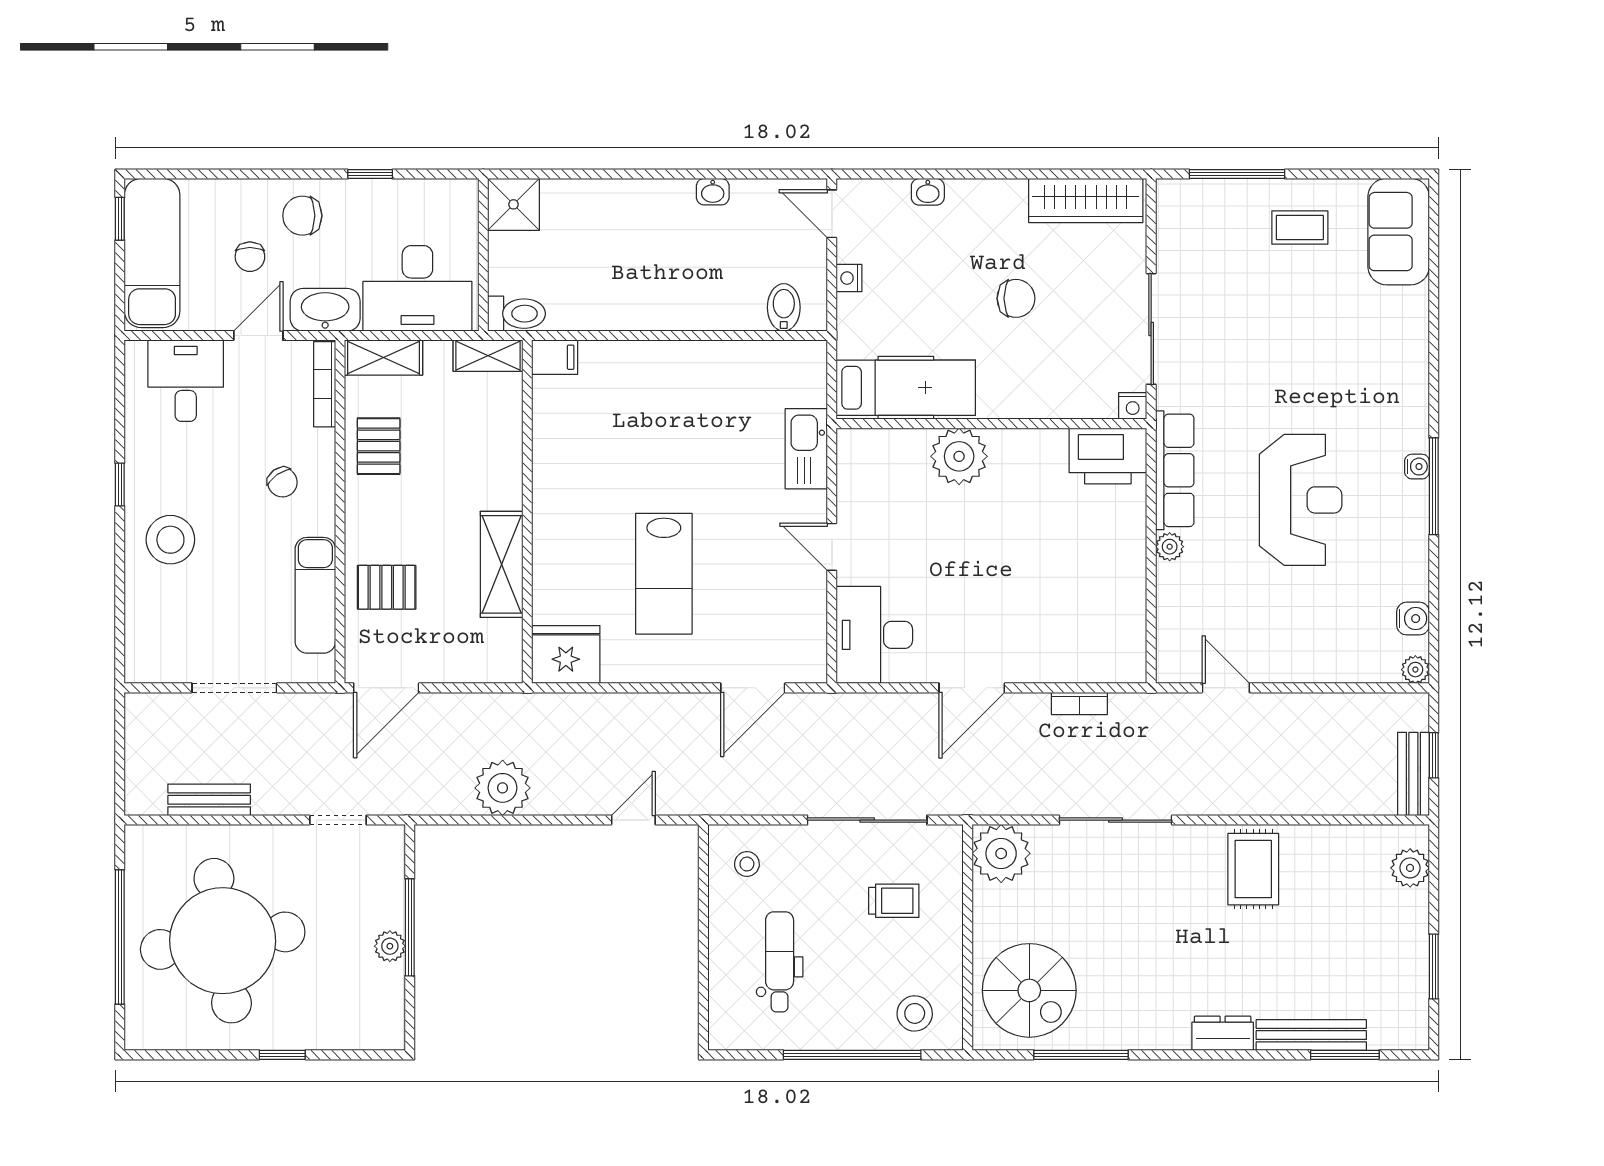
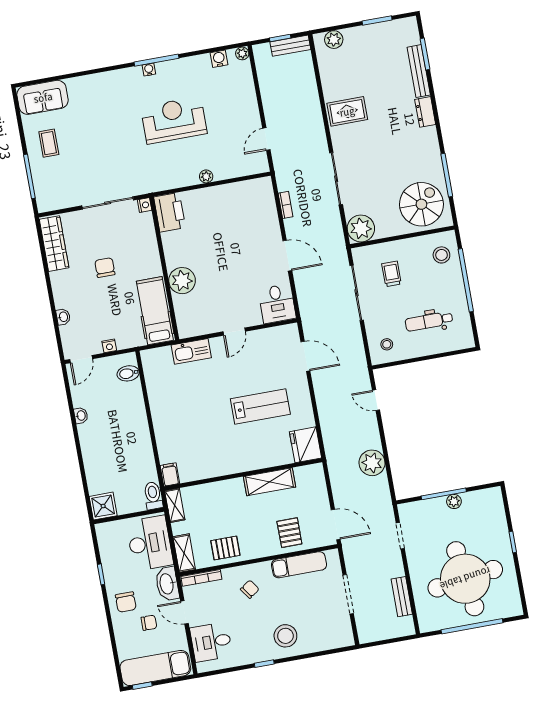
row of seats: (1175, 470) -> (171, 180), removed
desk: (874, 635) -> (277, 304), width x0.73

